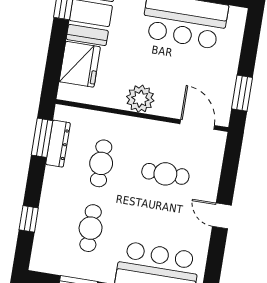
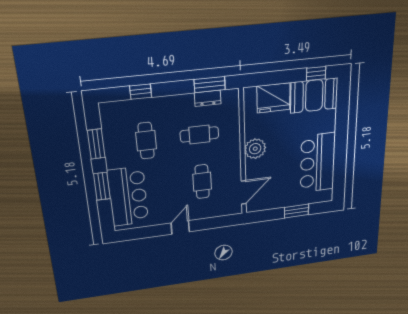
window: (242, 93) -> (296, 211), moved
dresser: (58, 144) -> (208, 98), width x0.70
cafe table: (91, 228) -> (146, 141), turned 90

